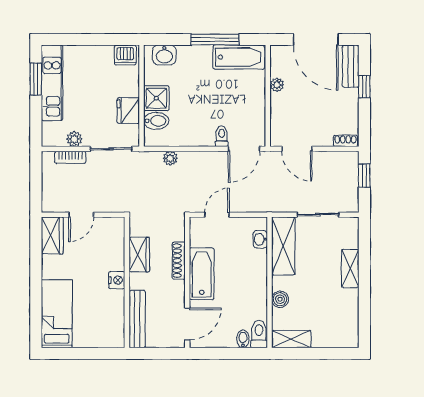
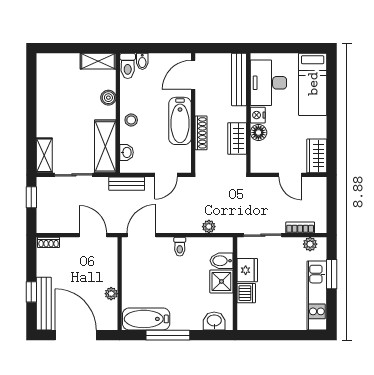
dishwasher: (125, 55) -> (246, 293), moved, turned 90
bench: (351, 66) -> (44, 304), width x1.36
window: (36, 79) -> (332, 274), moved
toilet: (222, 136) -> (180, 247), moved
plant: (74, 139) -> (310, 244), moved
window: (364, 176) -> (31, 197), moved
bench: (260, 205) -> (127, 184), added
door: (81, 215) -> (290, 175), swing flipped
floor lamp: (116, 261) -> (258, 133), added
shelving: (350, 268) -> (44, 155), moved
stool: (255, 275) -> (131, 120), added
desk: (105, 315) -> (268, 83), added

